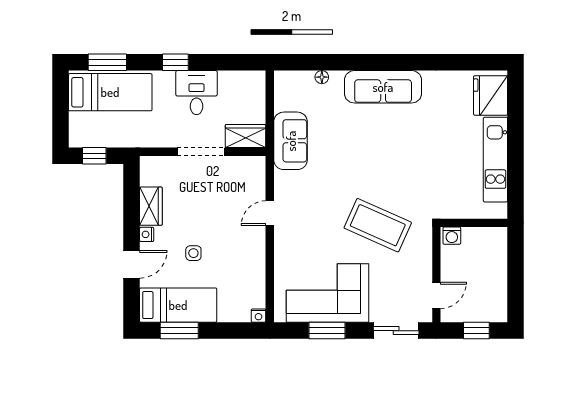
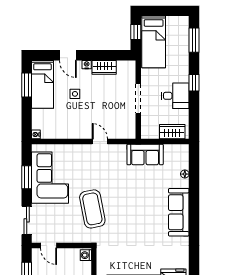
bed: (110, 92) -> (154, 42), moved
wardrobe: (246, 136) -> (172, 132), moved, turned -90
coffee table: (378, 225) -> (92, 209), turned -35

